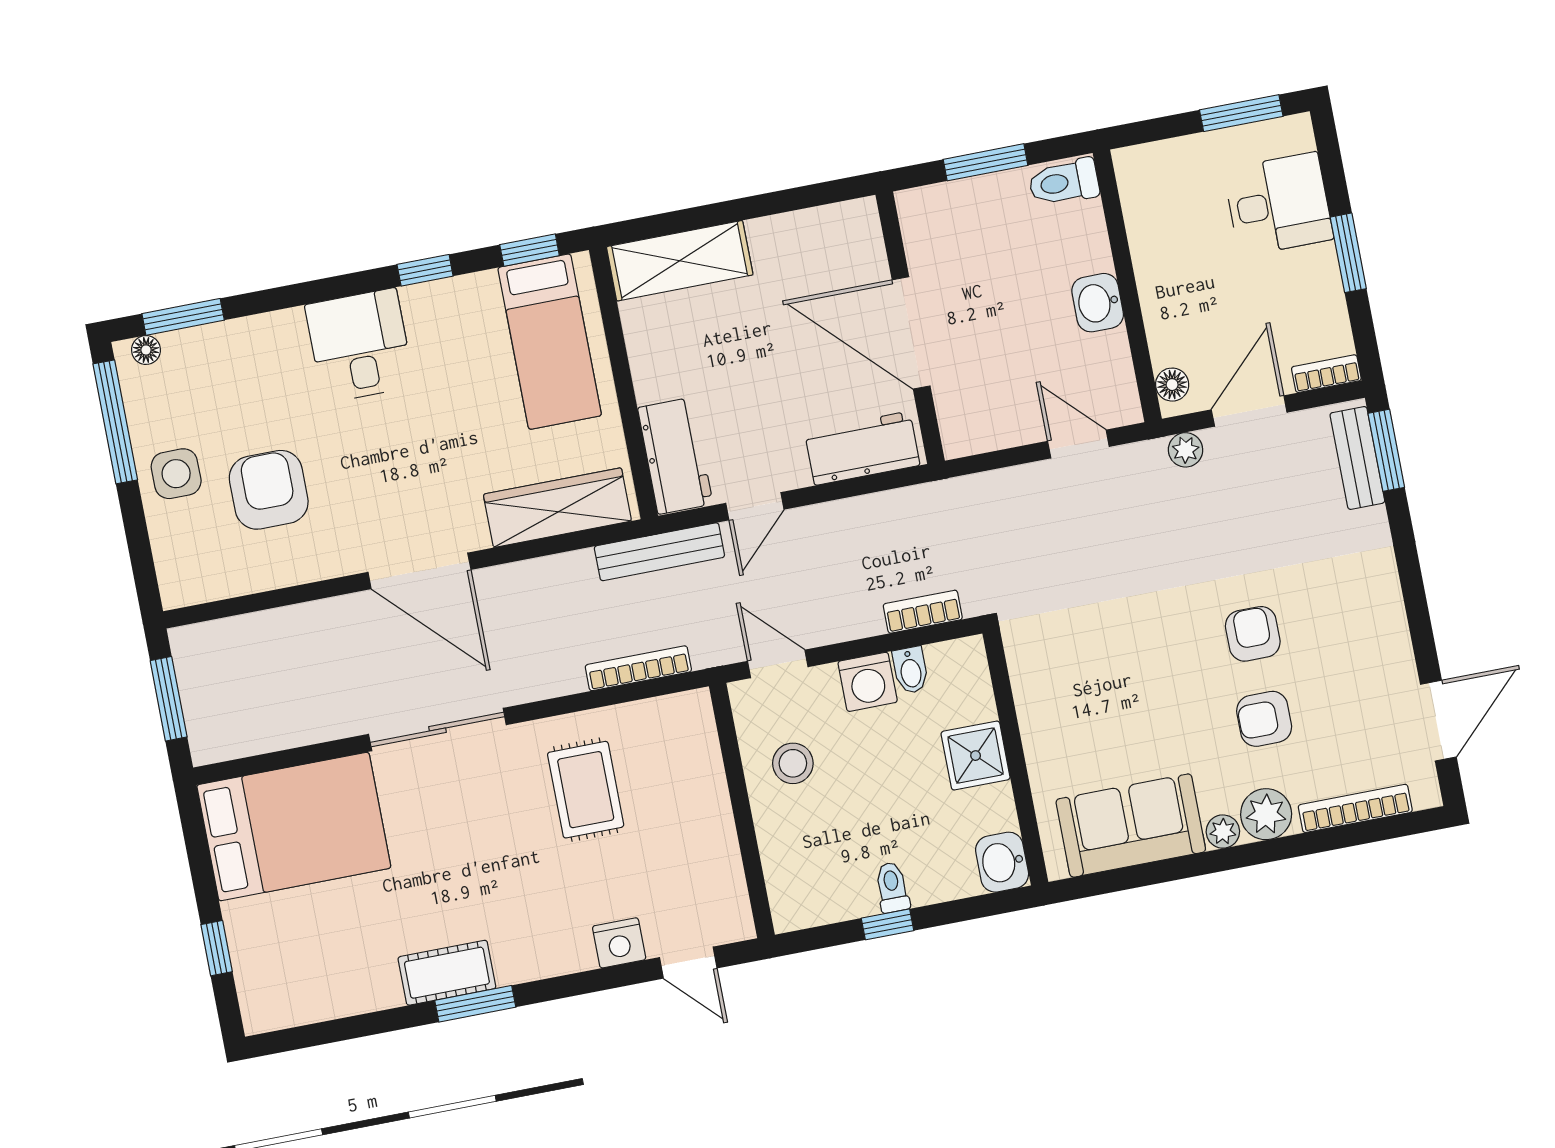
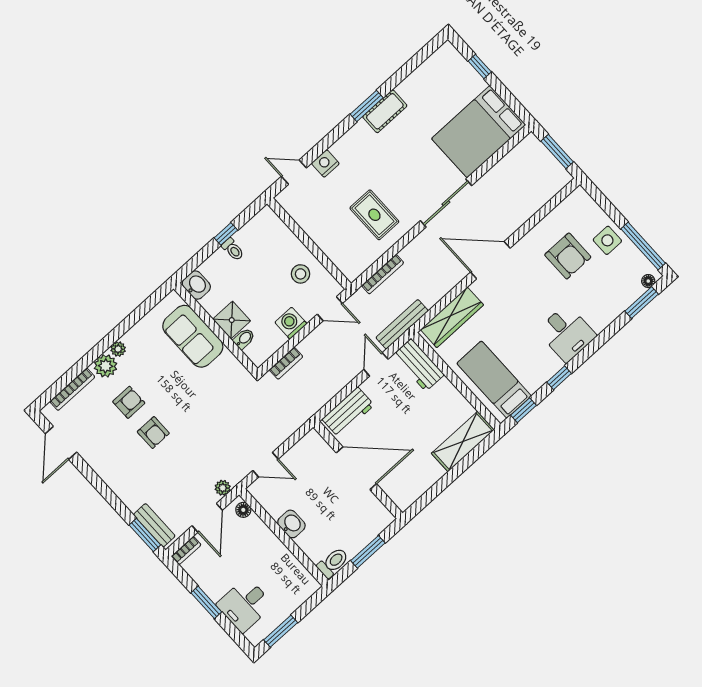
bidet: (910, 670) -> (244, 339), moved, turned 90
sofa: (1131, 826) -> (193, 336), moved, turned 90

